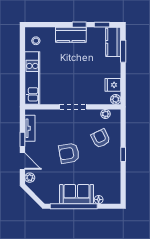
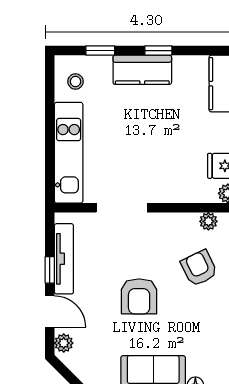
window: (102, 25) -> (100, 51), moved
doorway: (73, 107) -> (122, 208), moved
tv unit: (30, 128) -> (64, 259), width x1.41
armchair: (69, 153) -> (139, 296), turned -80

